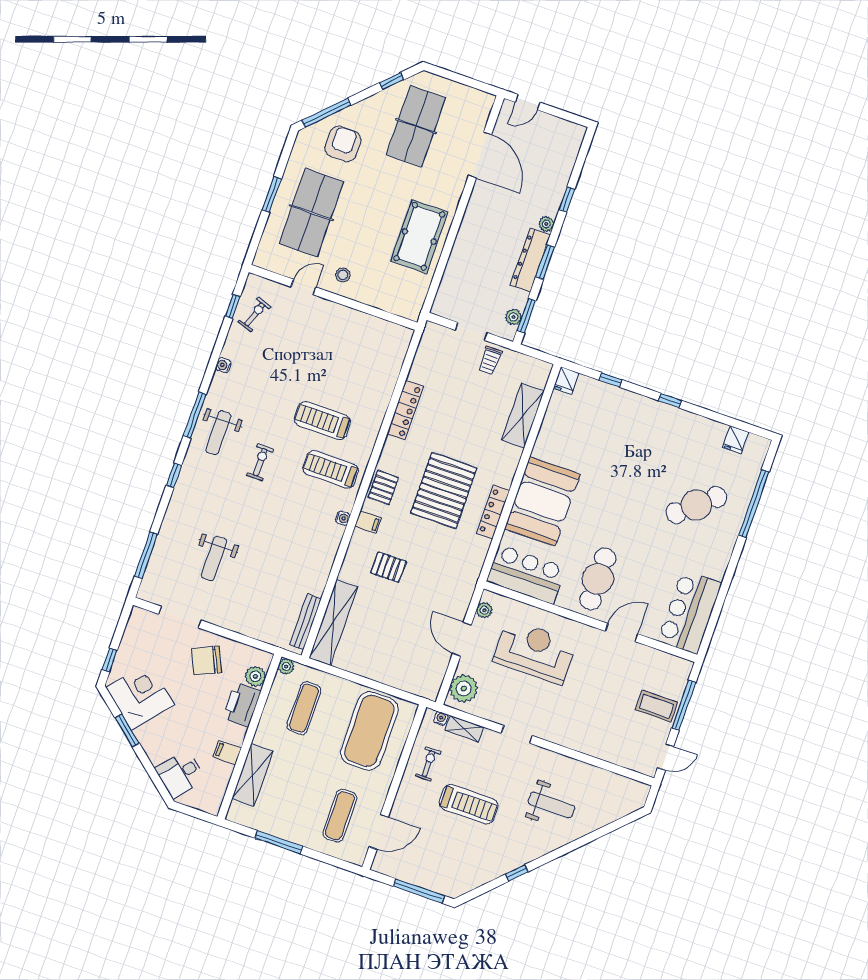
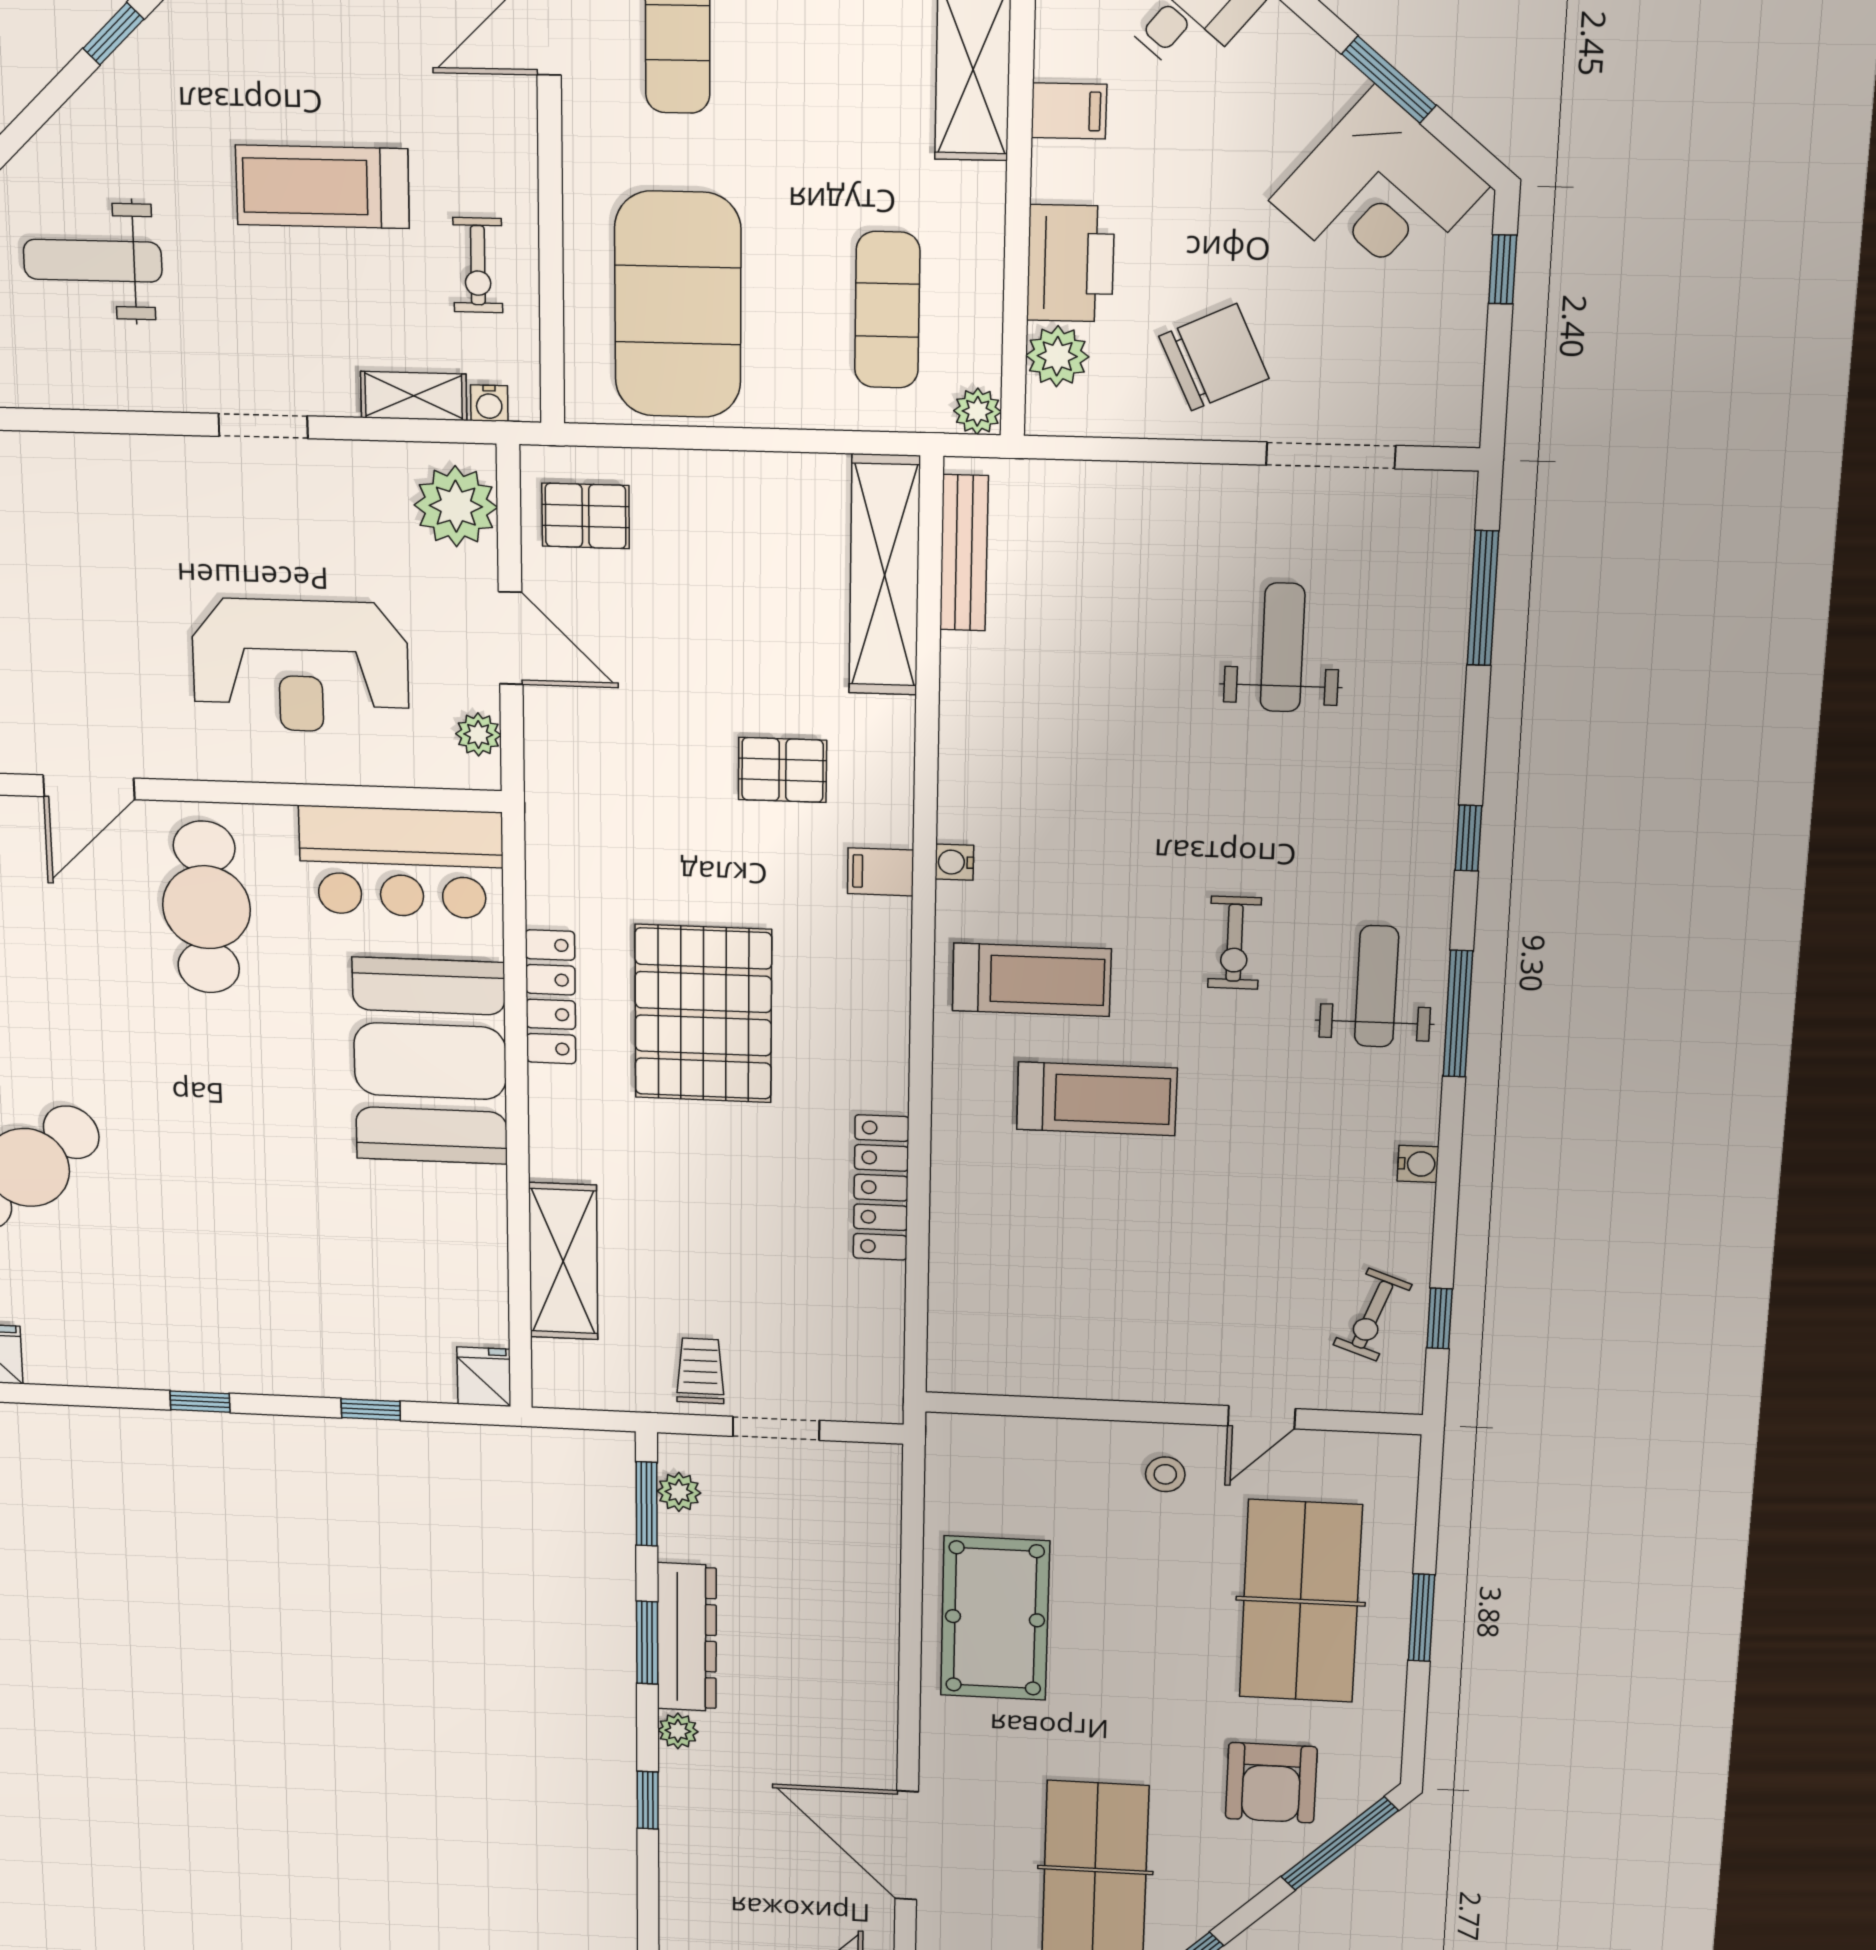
pallet: (383, 488) -> (586, 516), moved, turned 90

